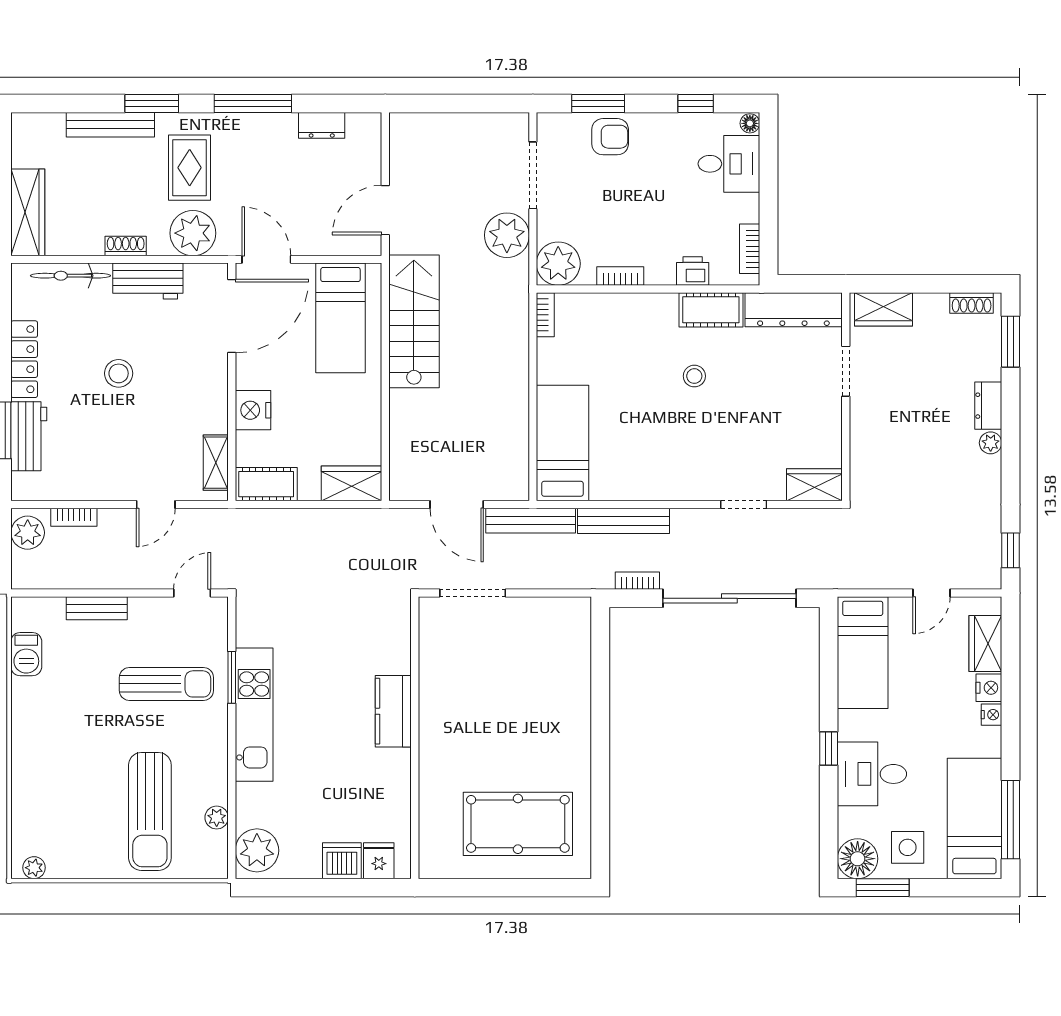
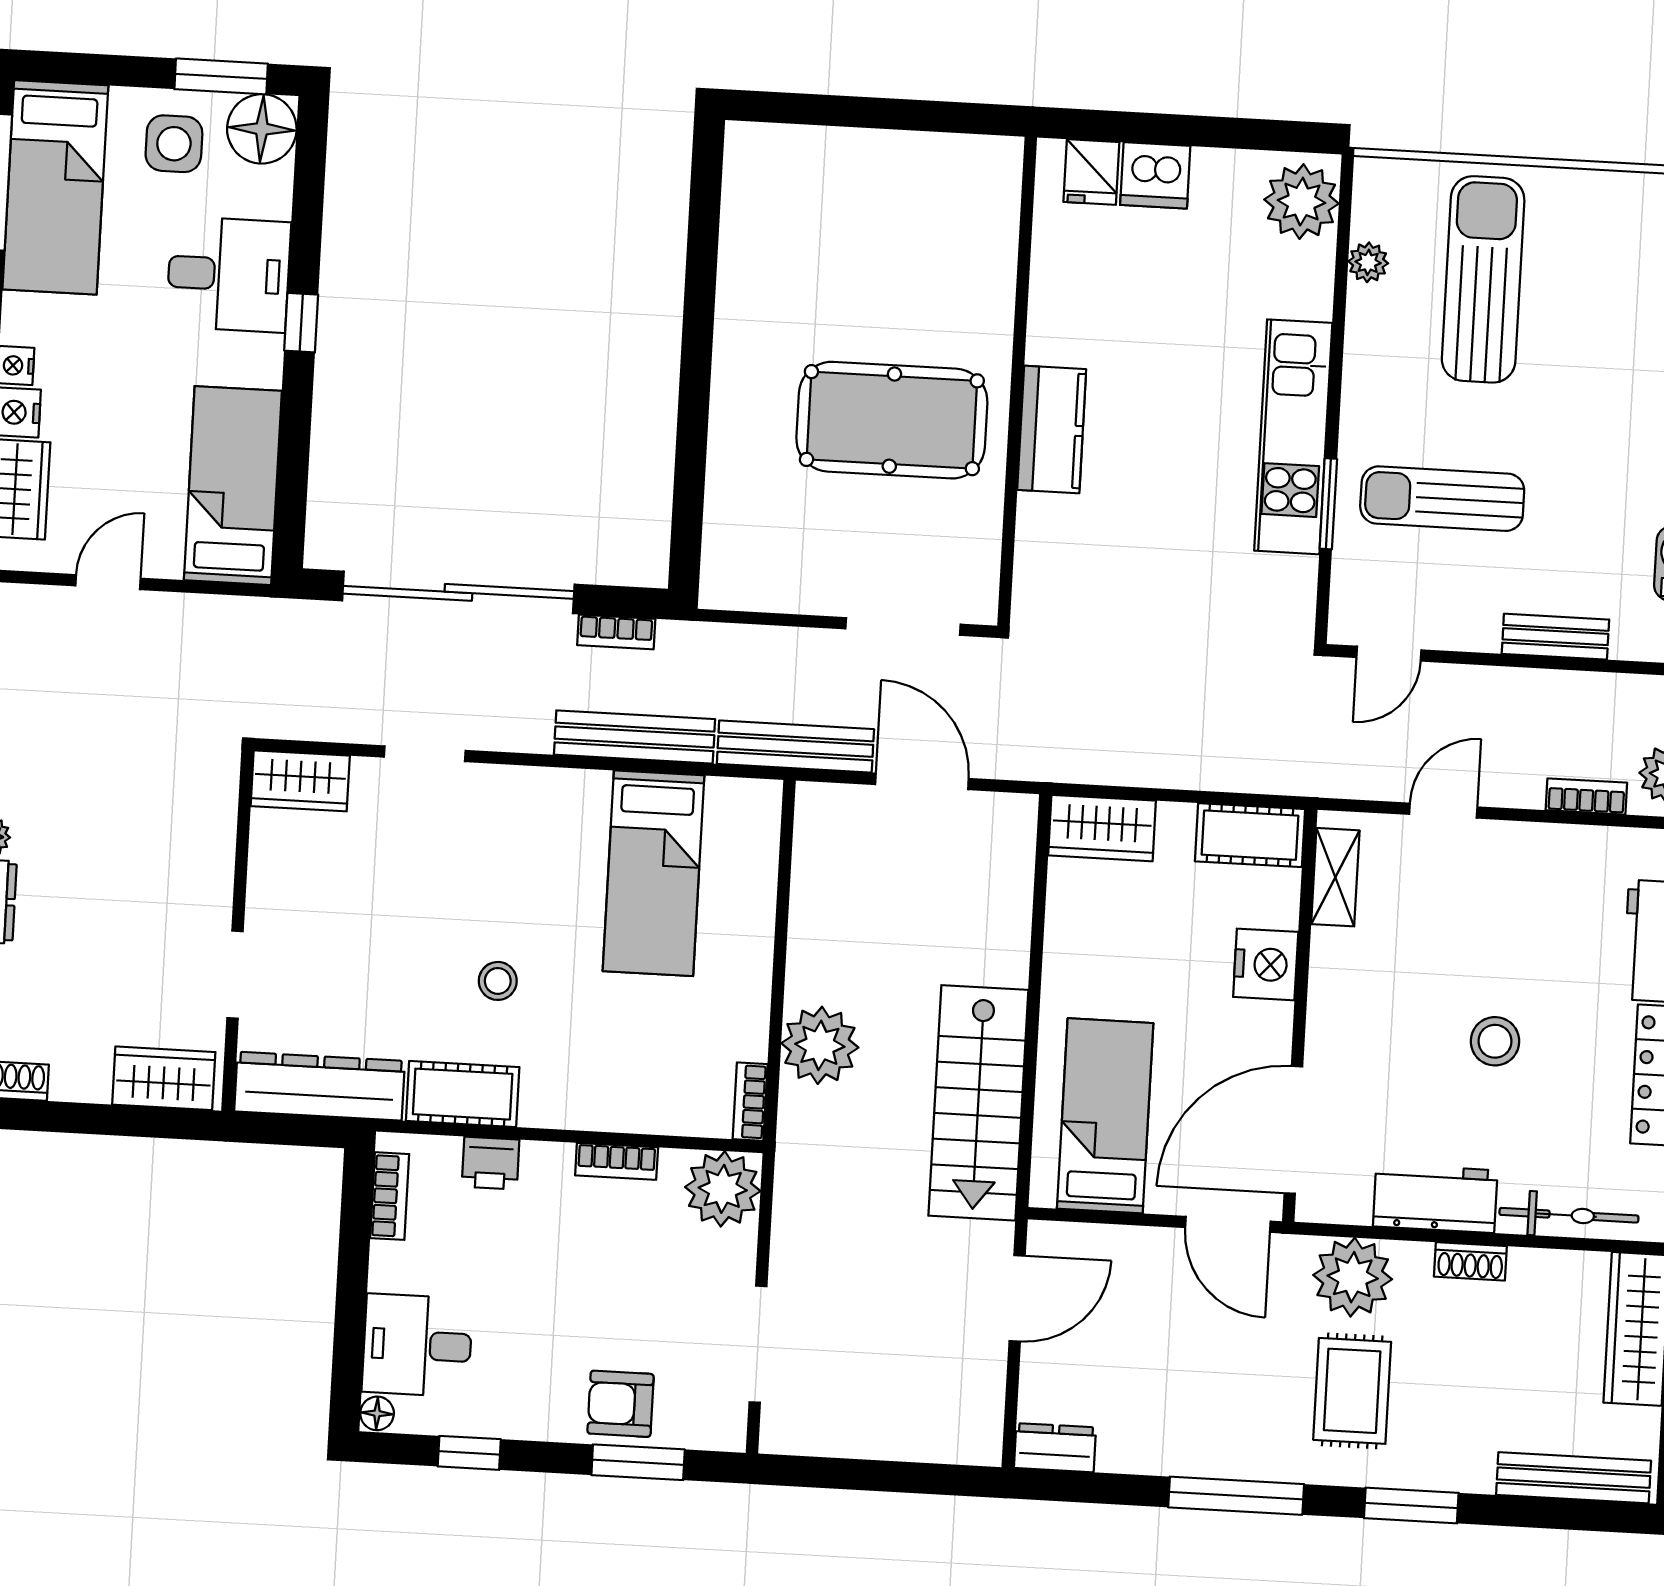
bench: (110, 125) -> (1574, 1478), moved
dresser: (322, 125) -> (1055, 1448), moved
plant: (507, 235) -> (820, 1045), moved
bed: (562, 443) -> (654, 873), moved
pool table: (518, 824) -> (892, 420), moved

